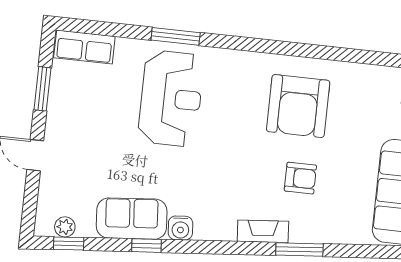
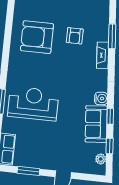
armchair: (298, 106) -> (37, 37), turned 180
armchair: (300, 178) -> (75, 36), turned 180
window: (69, 244) -> (110, 146), moved

